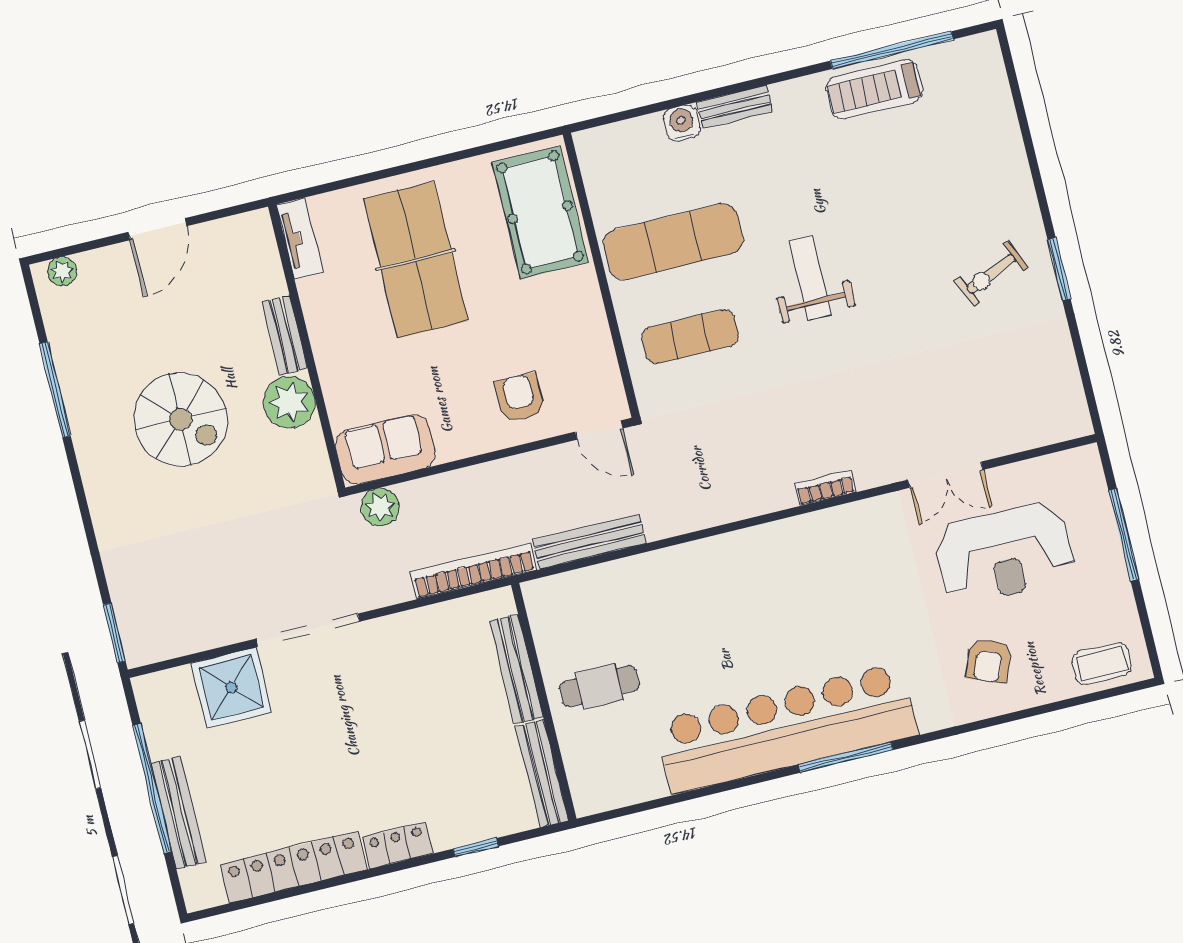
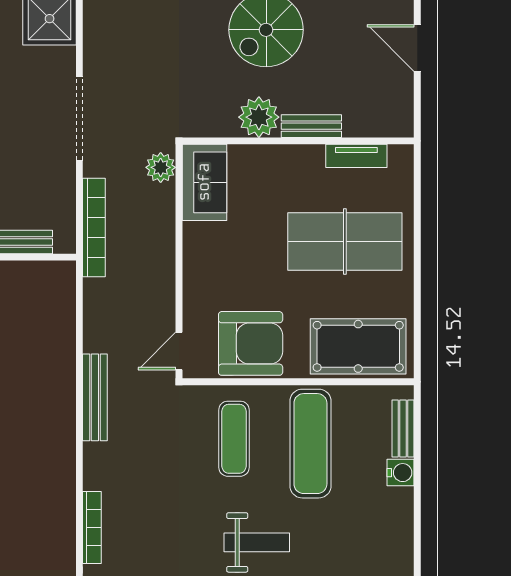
bench: (735, 107) -> (403, 428), moved
tv unit: (300, 238) -> (356, 156), moved
armchair: (520, 398) -> (251, 343), moved, width x1.88, depth x1.88
bookcase: (825, 488) -> (92, 528), width x1.56
bench: (589, 541) -> (95, 397), moved
doorway: (308, 630) -> (79, 119), moved

